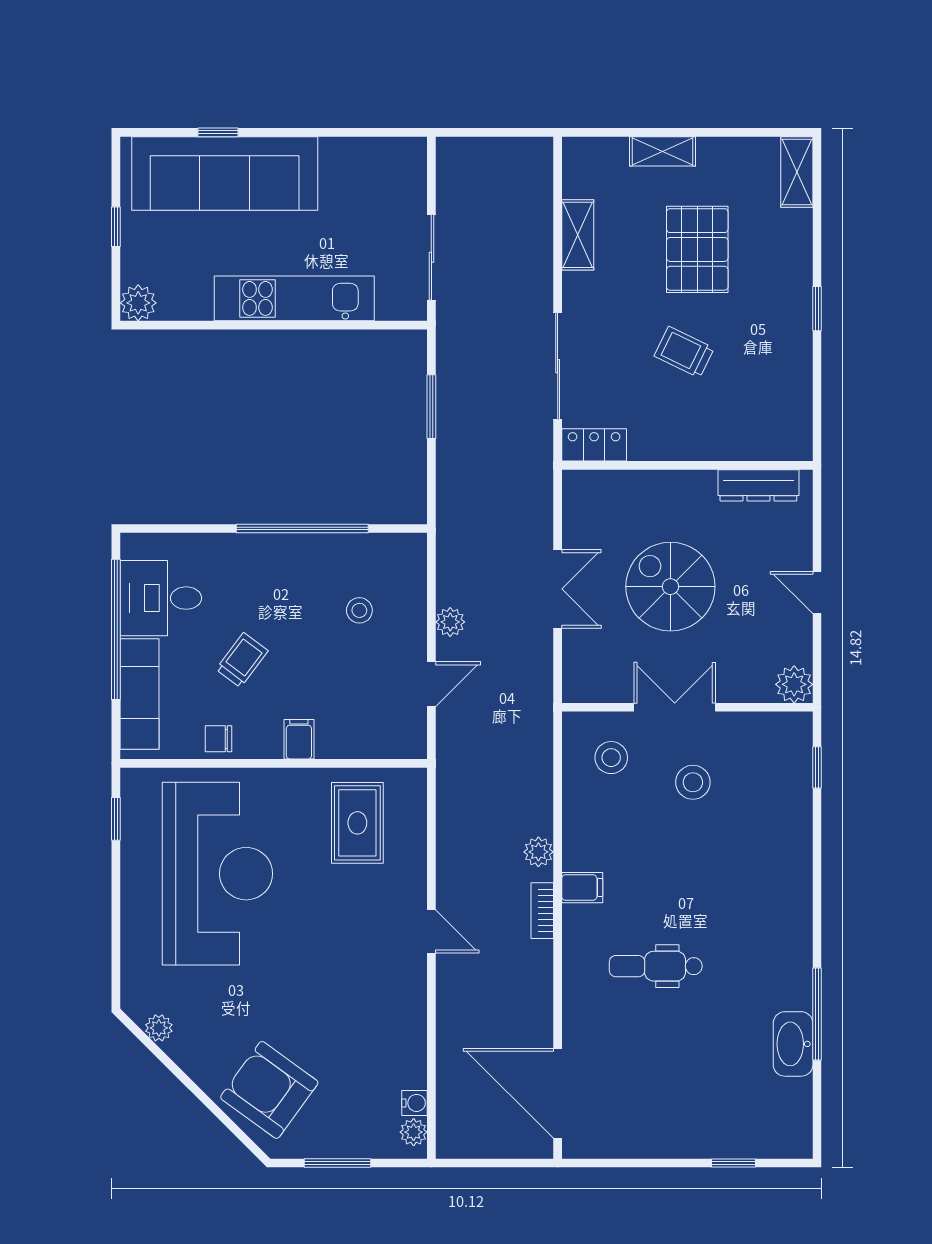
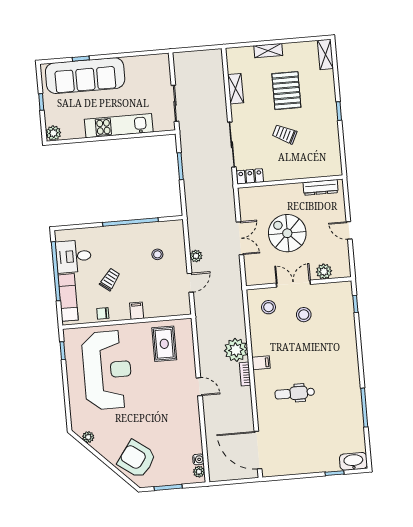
plant: (794, 684) -> (324, 271), moved
plant: (538, 852) -> (236, 350), width x1.88, depth x1.88
washbasin: (793, 1044) -> (353, 461), moved, turned 90

